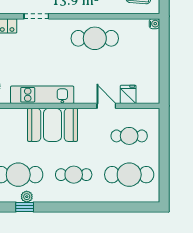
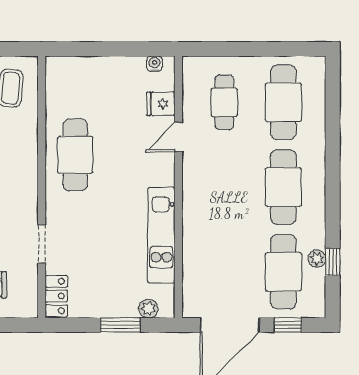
water cooler: (154, 24) -> (154, 64), moved
booth: (52, 125) -> (207, 219), removed
cafe table: (74, 175) -> (283, 187), width x1.37, depth x1.35

